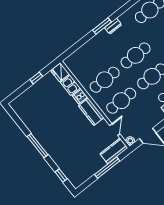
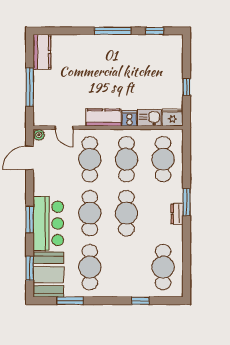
cafe table: (88, 59) -> (163, 159), added
kitchen counter: (114, 151) -> (42, 52), moved
window: (61, 175) -> (155, 31), moved

